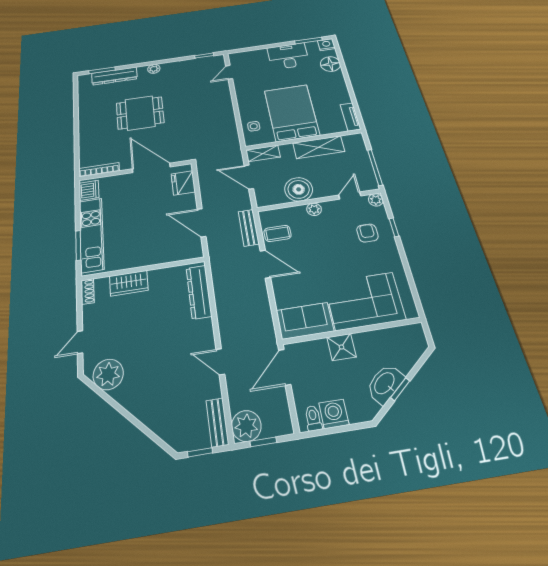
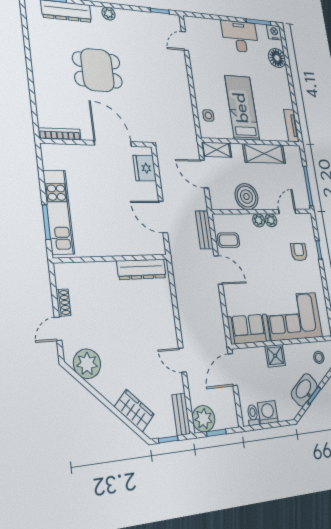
bed: (292, 113) -> (242, 108), width x0.67
dishwasher: (89, 190) -> (51, 158), removed
plant: (376, 200) -> (271, 220), moved
wardrobe: (129, 283) -> (134, 411), moved, turned -135
shoe rack: (88, 291) -> (63, 303), moved
dresser: (199, 292) -> (141, 269), moved, turned -90
stool: (403, 344) -> (319, 357), added

